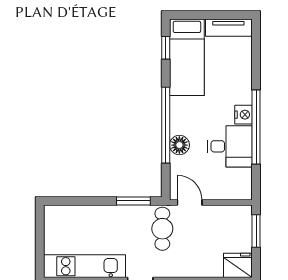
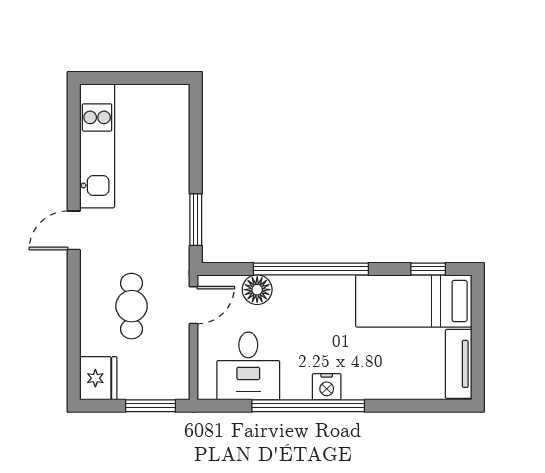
floor lamp: (179, 145) -> (257, 290), moved
desk: (230, 146) -> (248, 366), moved
cafe table: (162, 229) -> (131, 306), moved, turned 90

